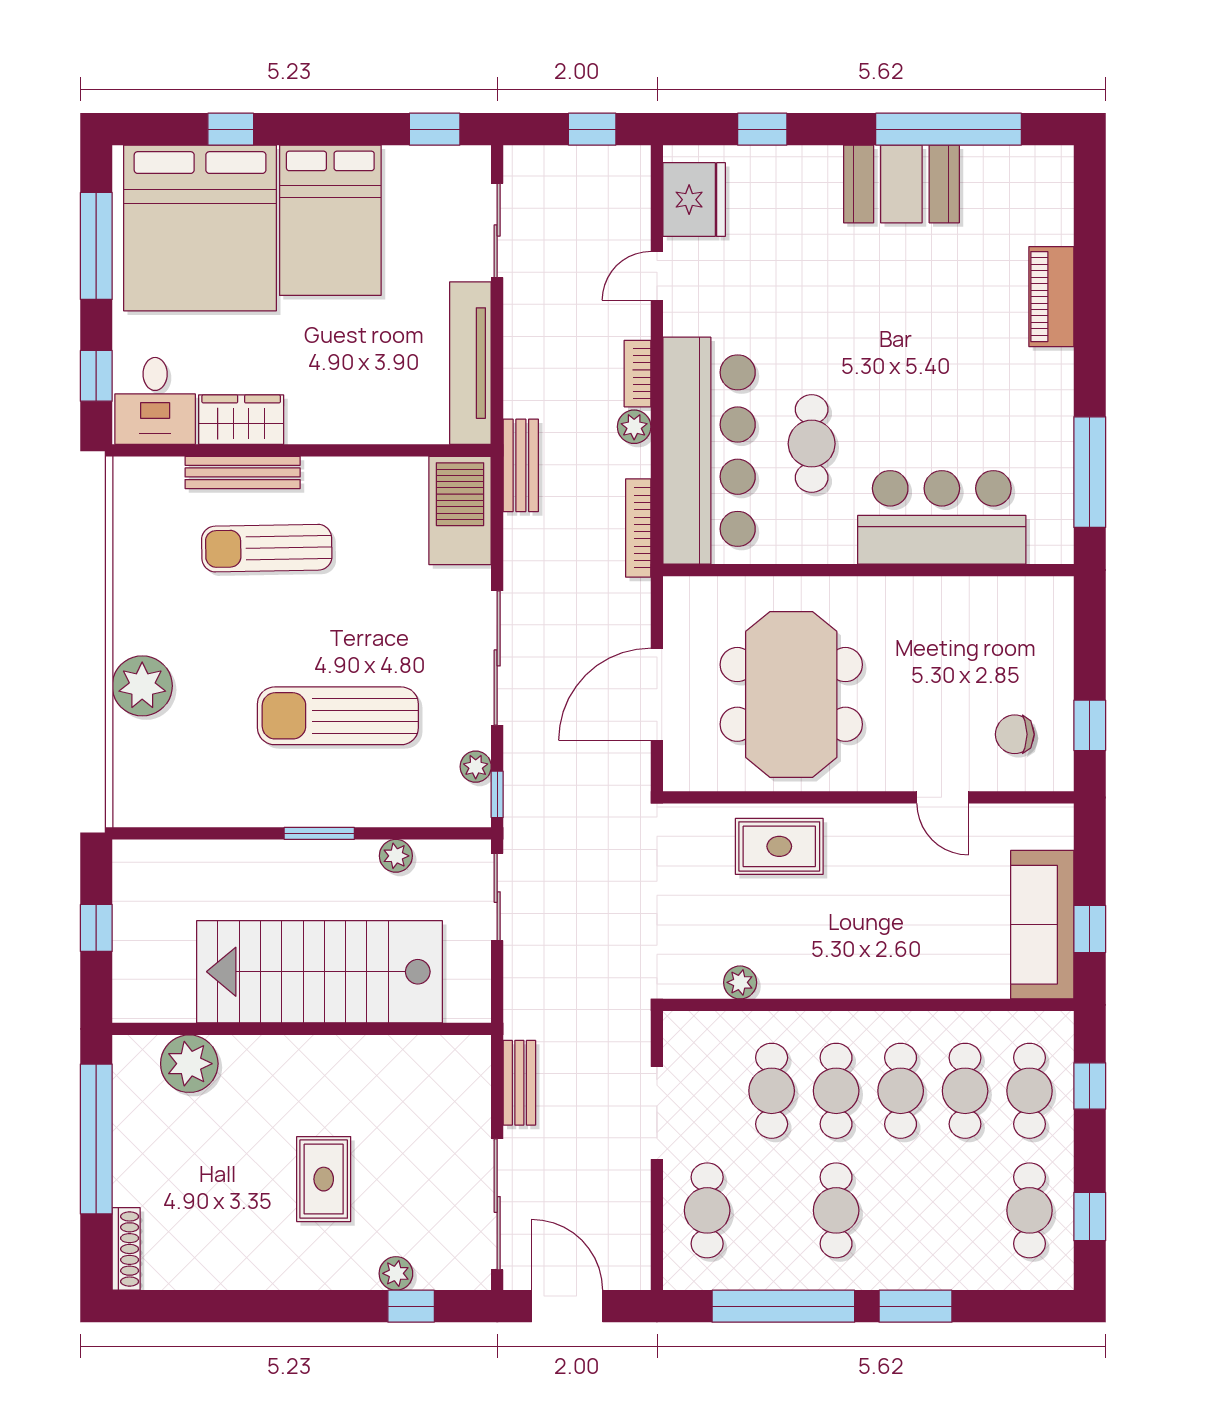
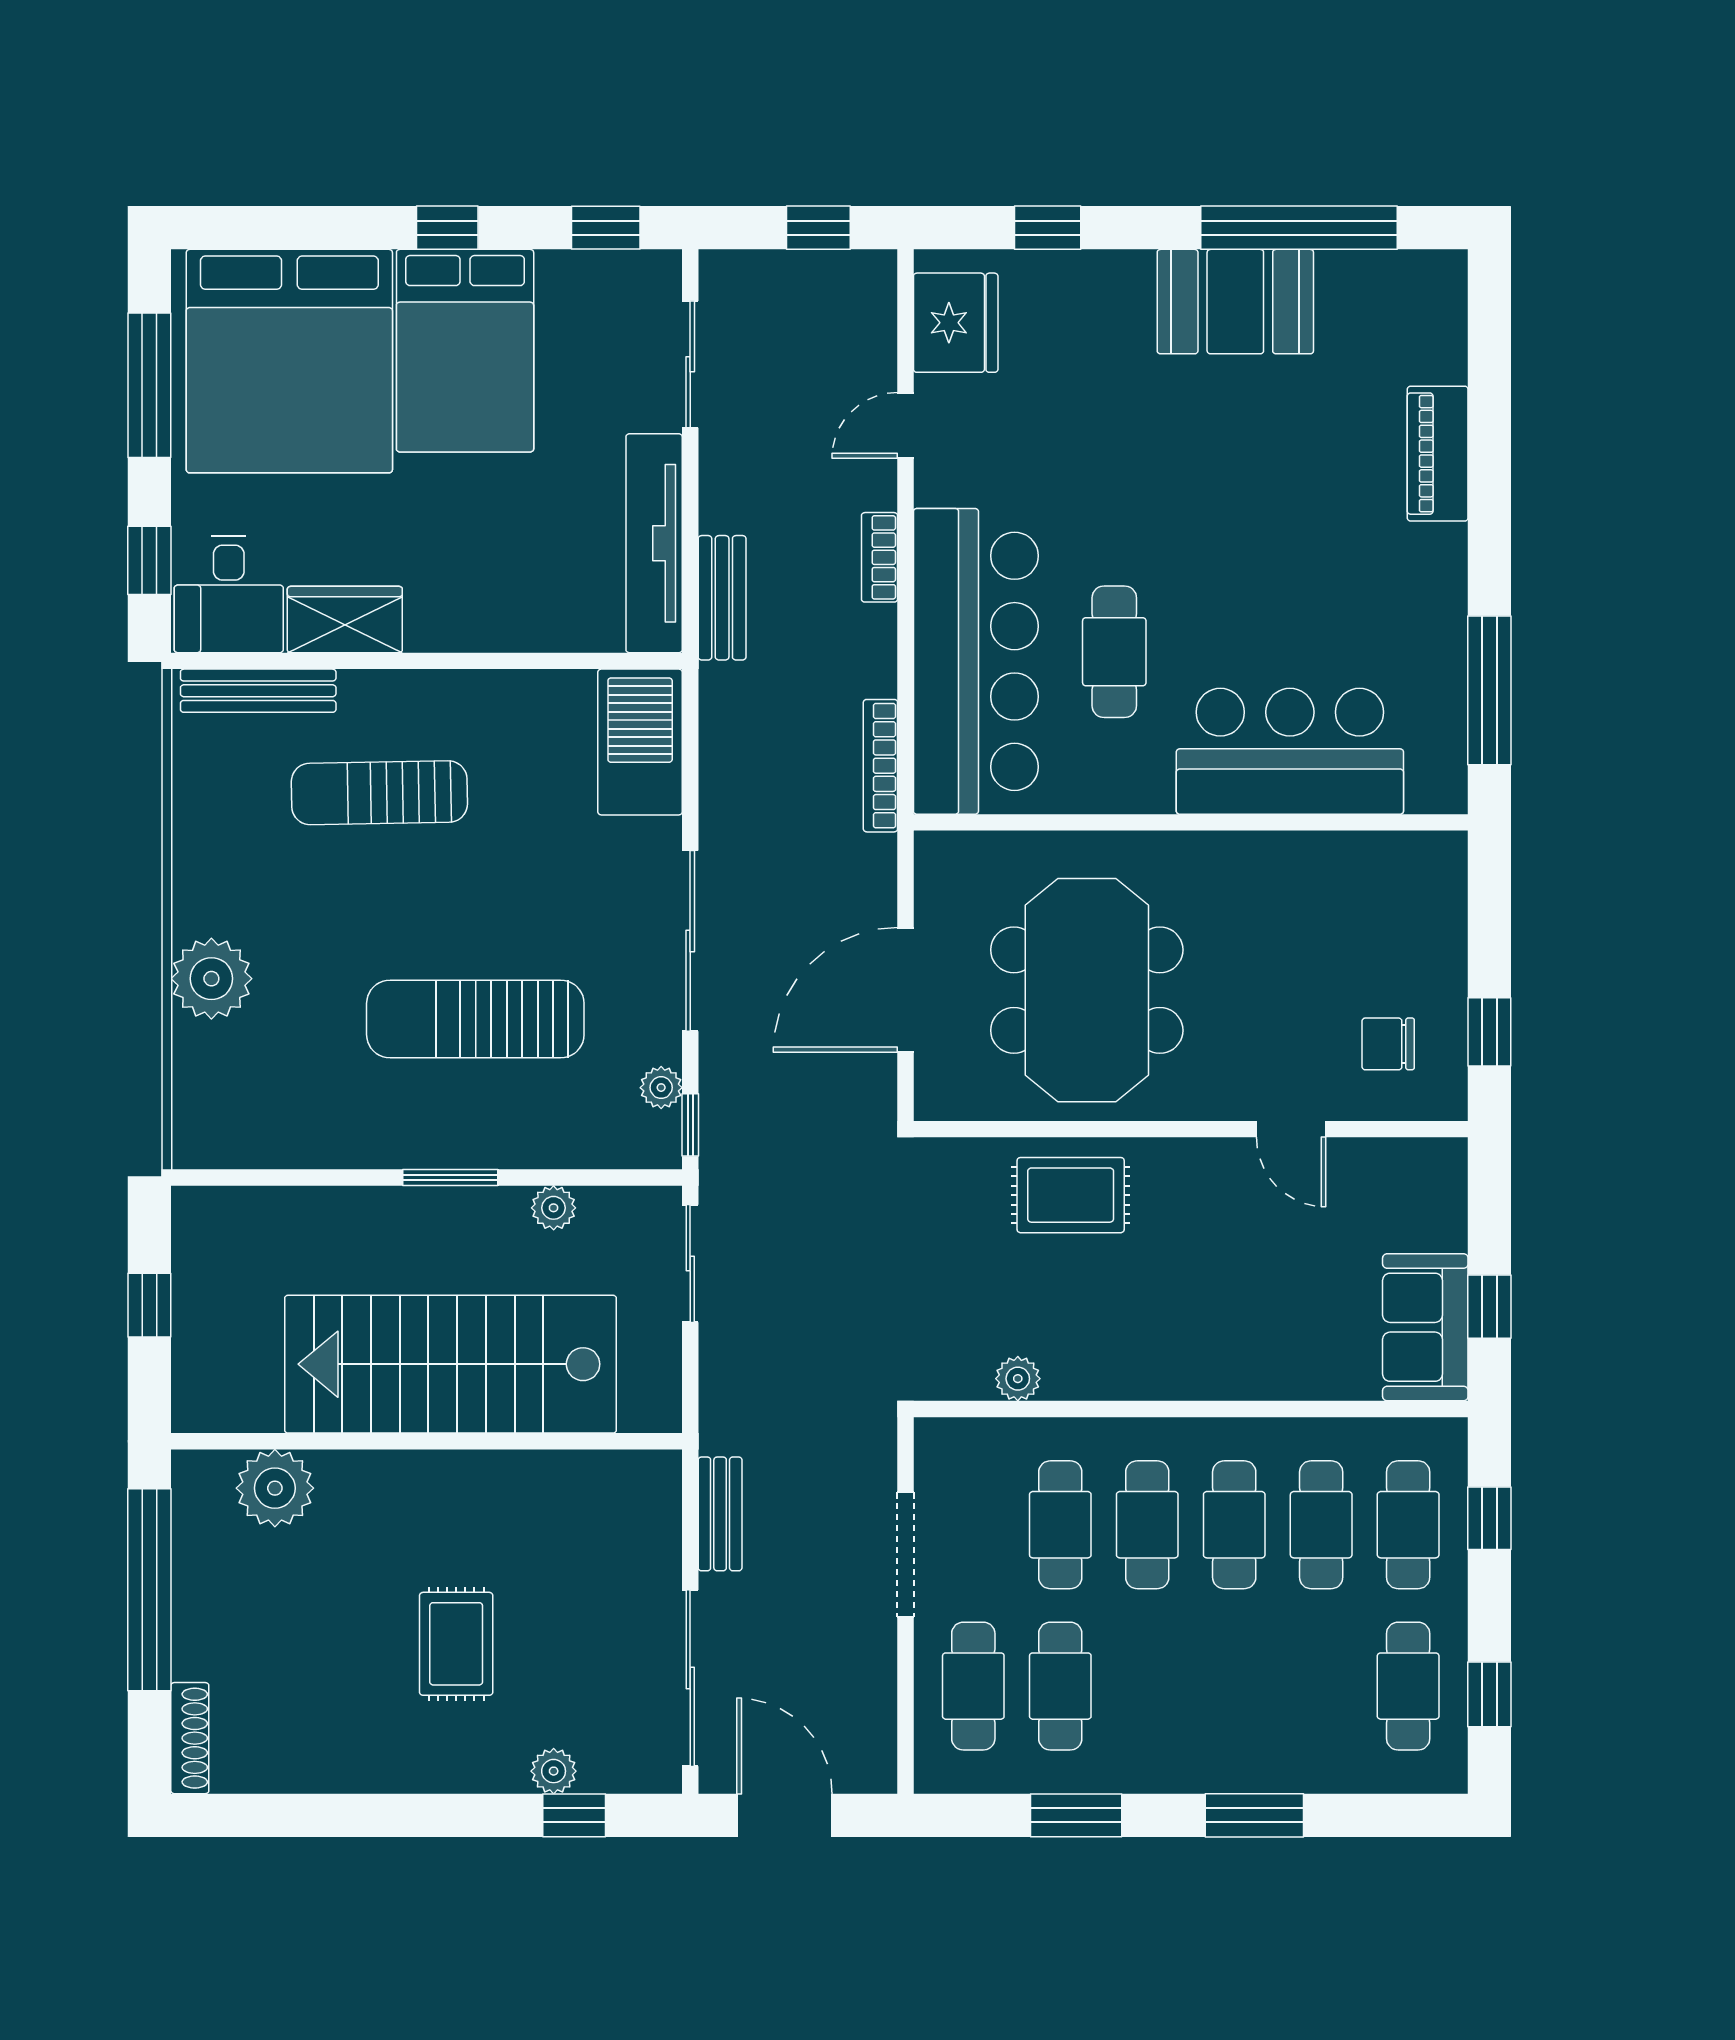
window: (231, 129) -> (447, 228), moved
plant: (634, 427) -> (875, 629), removed
bench: (521, 465) -> (722, 598), moved
bench: (243, 472) -> (258, 691), moved
sofa: (1042, 925) -> (1425, 1327), width x0.73
cafe table: (836, 1210) -> (1060, 1686), moved
window: (783, 1306) -> (1076, 1815), width x0.47

